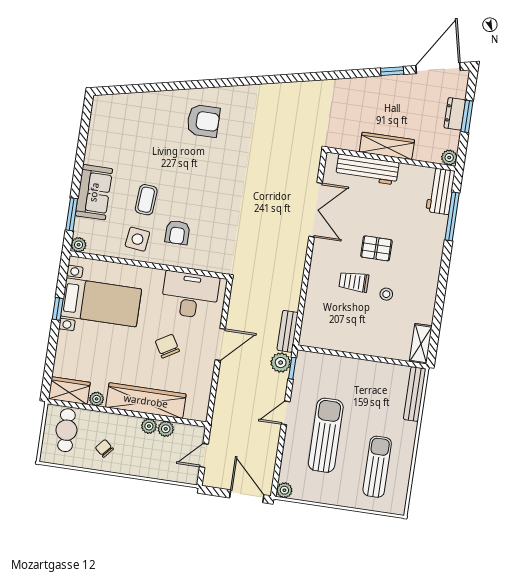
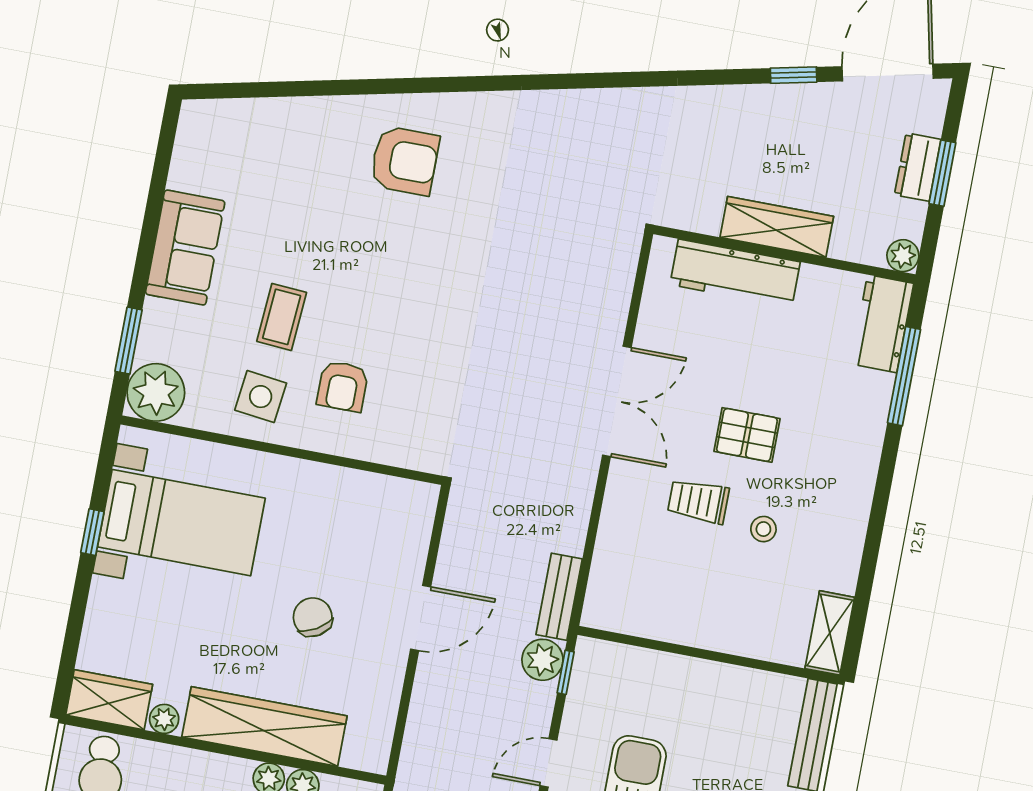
sofa: (94, 192) -> (185, 248), moved
double door: (316, 210) -> (617, 401), moved
plant: (79, 245) -> (156, 392), width x1.87, depth x1.87
desk: (190, 295) -> (363, 515), removed

